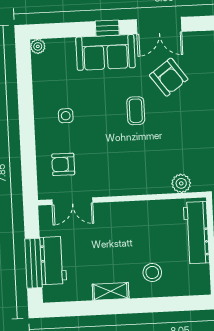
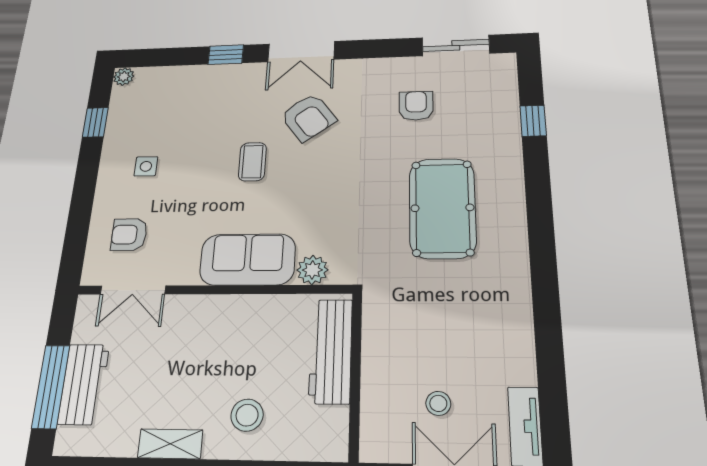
sofa: (106, 52) -> (248, 259), moved, turned 180
window: (25, 83) -> (95, 122), added

